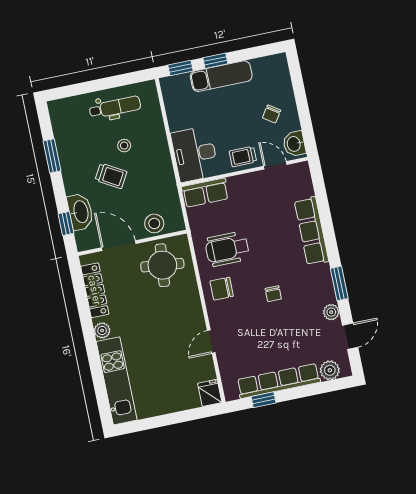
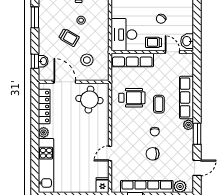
chair: (272, 114) -> (161, 19), moved
row of seats: (205, 193) -> (132, 60), width x1.48
washbasin: (80, 212) -> (43, 61), width x0.52, depth x0.69
stool: (154, 223) -> (87, 60), moved
wheelchair: (227, 249) -> (132, 98), turned 180
coffee table: (271, 250) -> (159, 104), added
chair: (222, 289) -> (153, 154), moved
plant: (331, 312) -> (188, 125), moved

